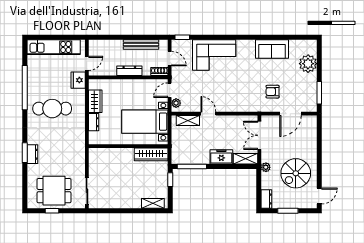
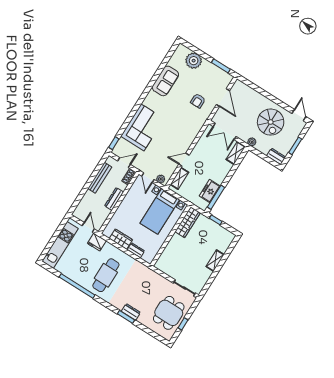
freezer: (221, 157) -> (210, 191), moved
shelving: (153, 203) -> (215, 261), moved

